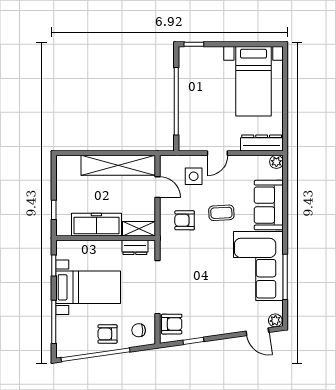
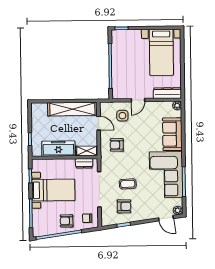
coffee table: (221, 213) -> (128, 184), moved
armchair: (172, 324) -> (124, 206), moved

